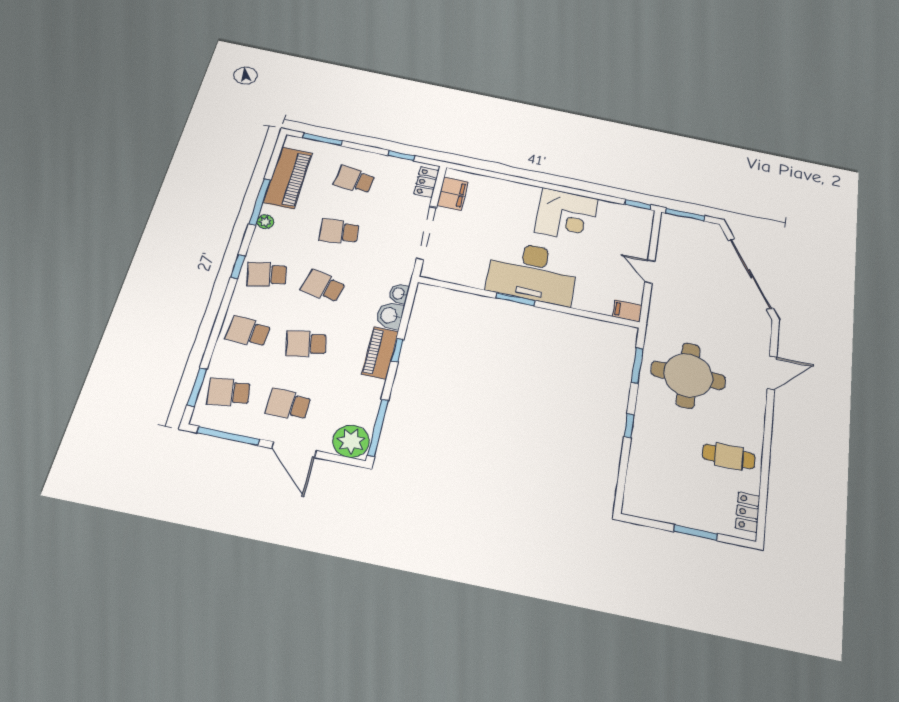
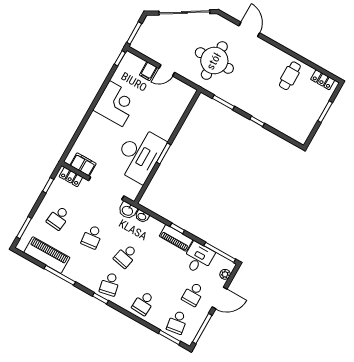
plant: (265, 222) -> (74, 276), removed
desk: (532, 272) -> (139, 155), moved
filing cabinet: (627, 311) -> (148, 71), moved
washbasin: (390, 315) -> (128, 210), moved
school desk: (306, 344) -> (159, 275), removed
round table: (688, 375) -> (214, 61), moved
desk: (356, 396) -> (198, 258), added
plant: (351, 441) -> (225, 274), width x0.53, depth x0.53

